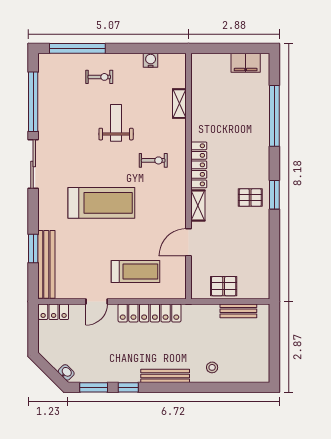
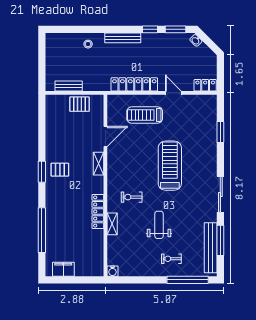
water cooler: (151, 60) -> (112, 271), moved
window: (33, 102) -> (220, 240), width x0.68
shelving: (179, 104) -> (112, 224), moved
weight bench: (116, 123) -> (159, 225), turned 180
locker: (199, 165) -> (98, 211), moved
treadmill: (101, 203) -> (170, 166), turned 90
bench: (46, 264) -> (211, 248), moved
door: (97, 301) -> (173, 93), hinge flipped

